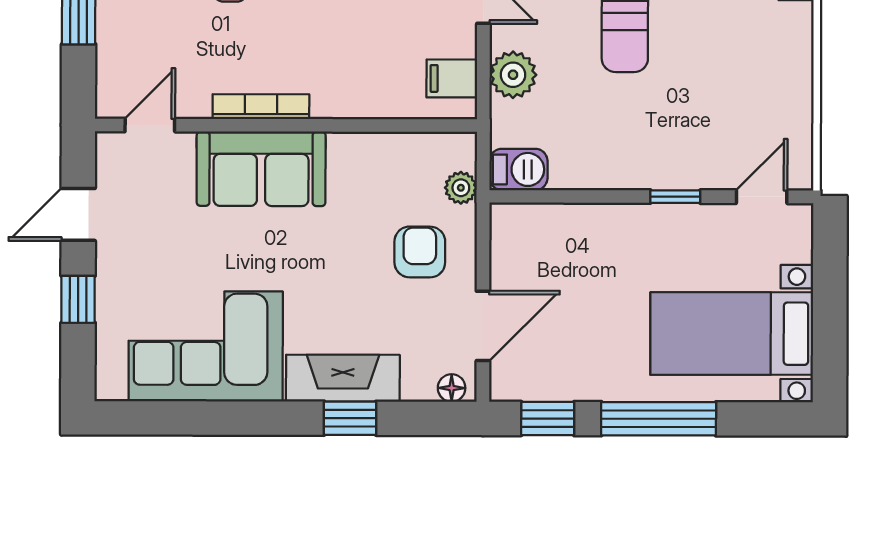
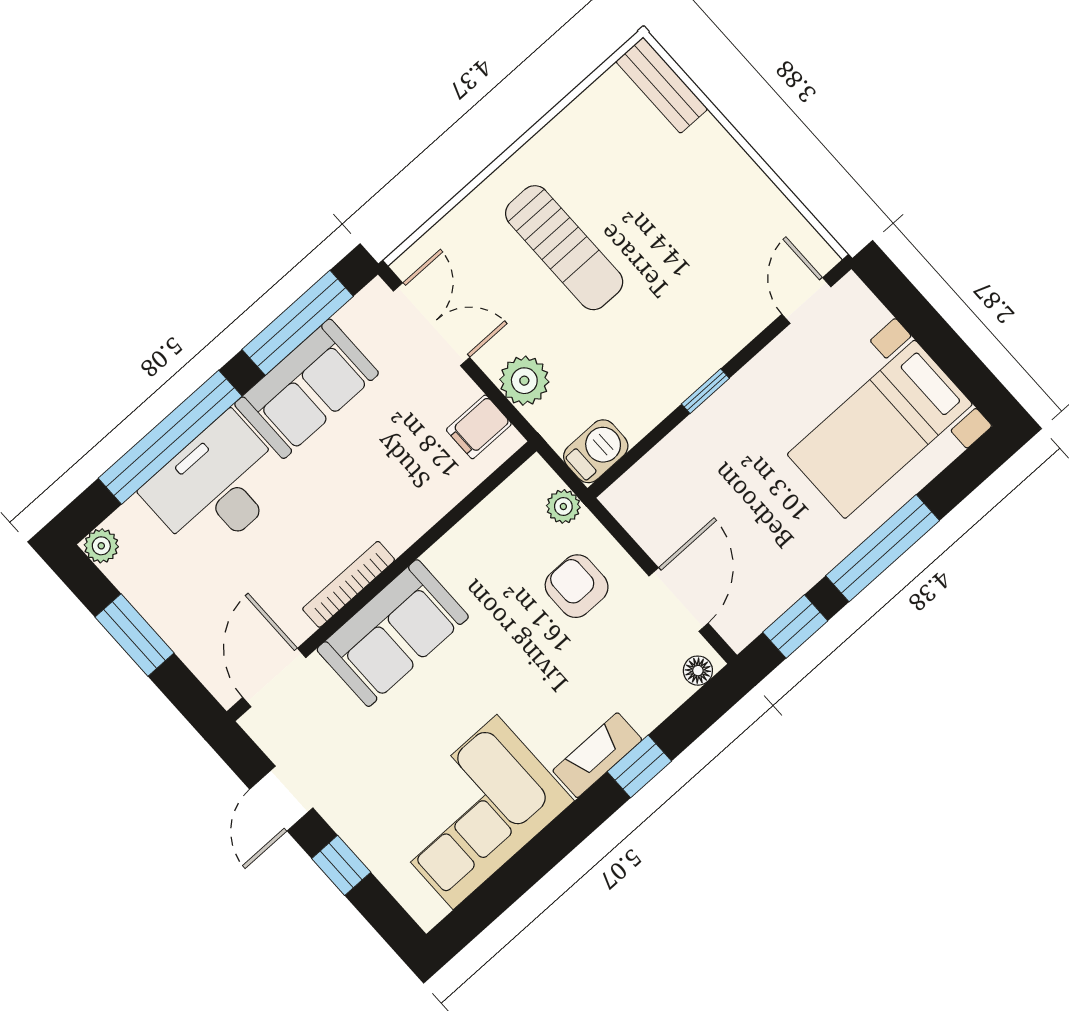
door: (150, 125) -> (274, 677), width x1.38
window: (675, 197) -> (705, 391), moved
fireplace: (343, 378) -> (597, 755), width x0.73, depth x0.76

